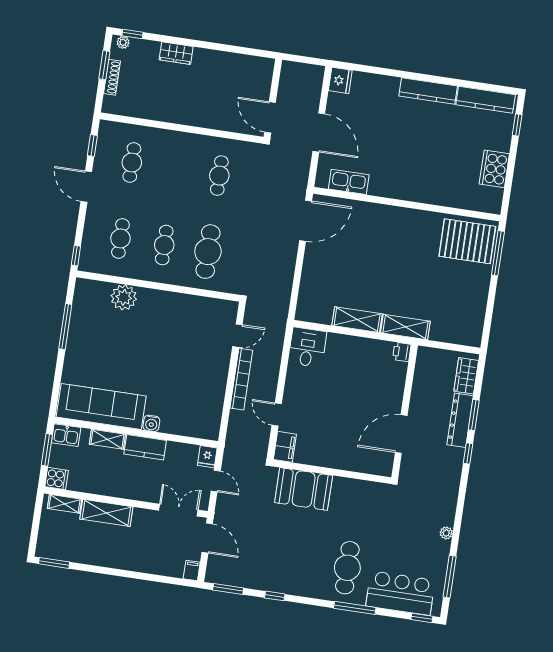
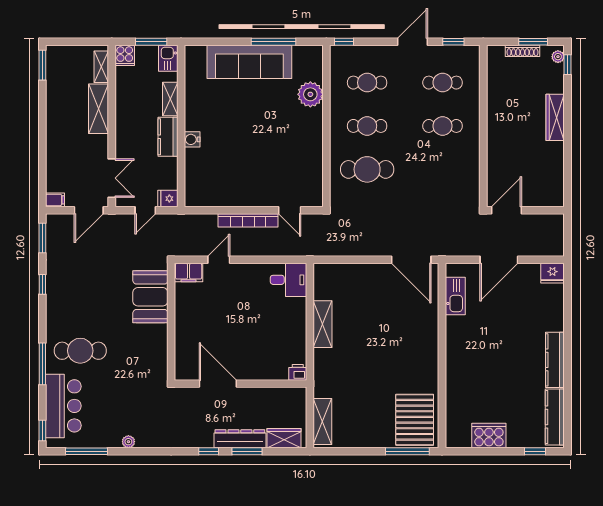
wardrobe: (176, 53) -> (555, 117), width x1.50
cafe table: (219, 176) -> (443, 126), moved
shelving: (405, 327) -> (322, 422), moved
sofa: (101, 407) -> (249, 62), moved, turned 90

